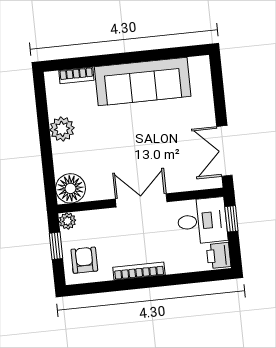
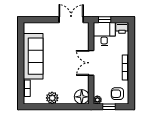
double door: (224, 151) -> (71, 20), swing flipped

